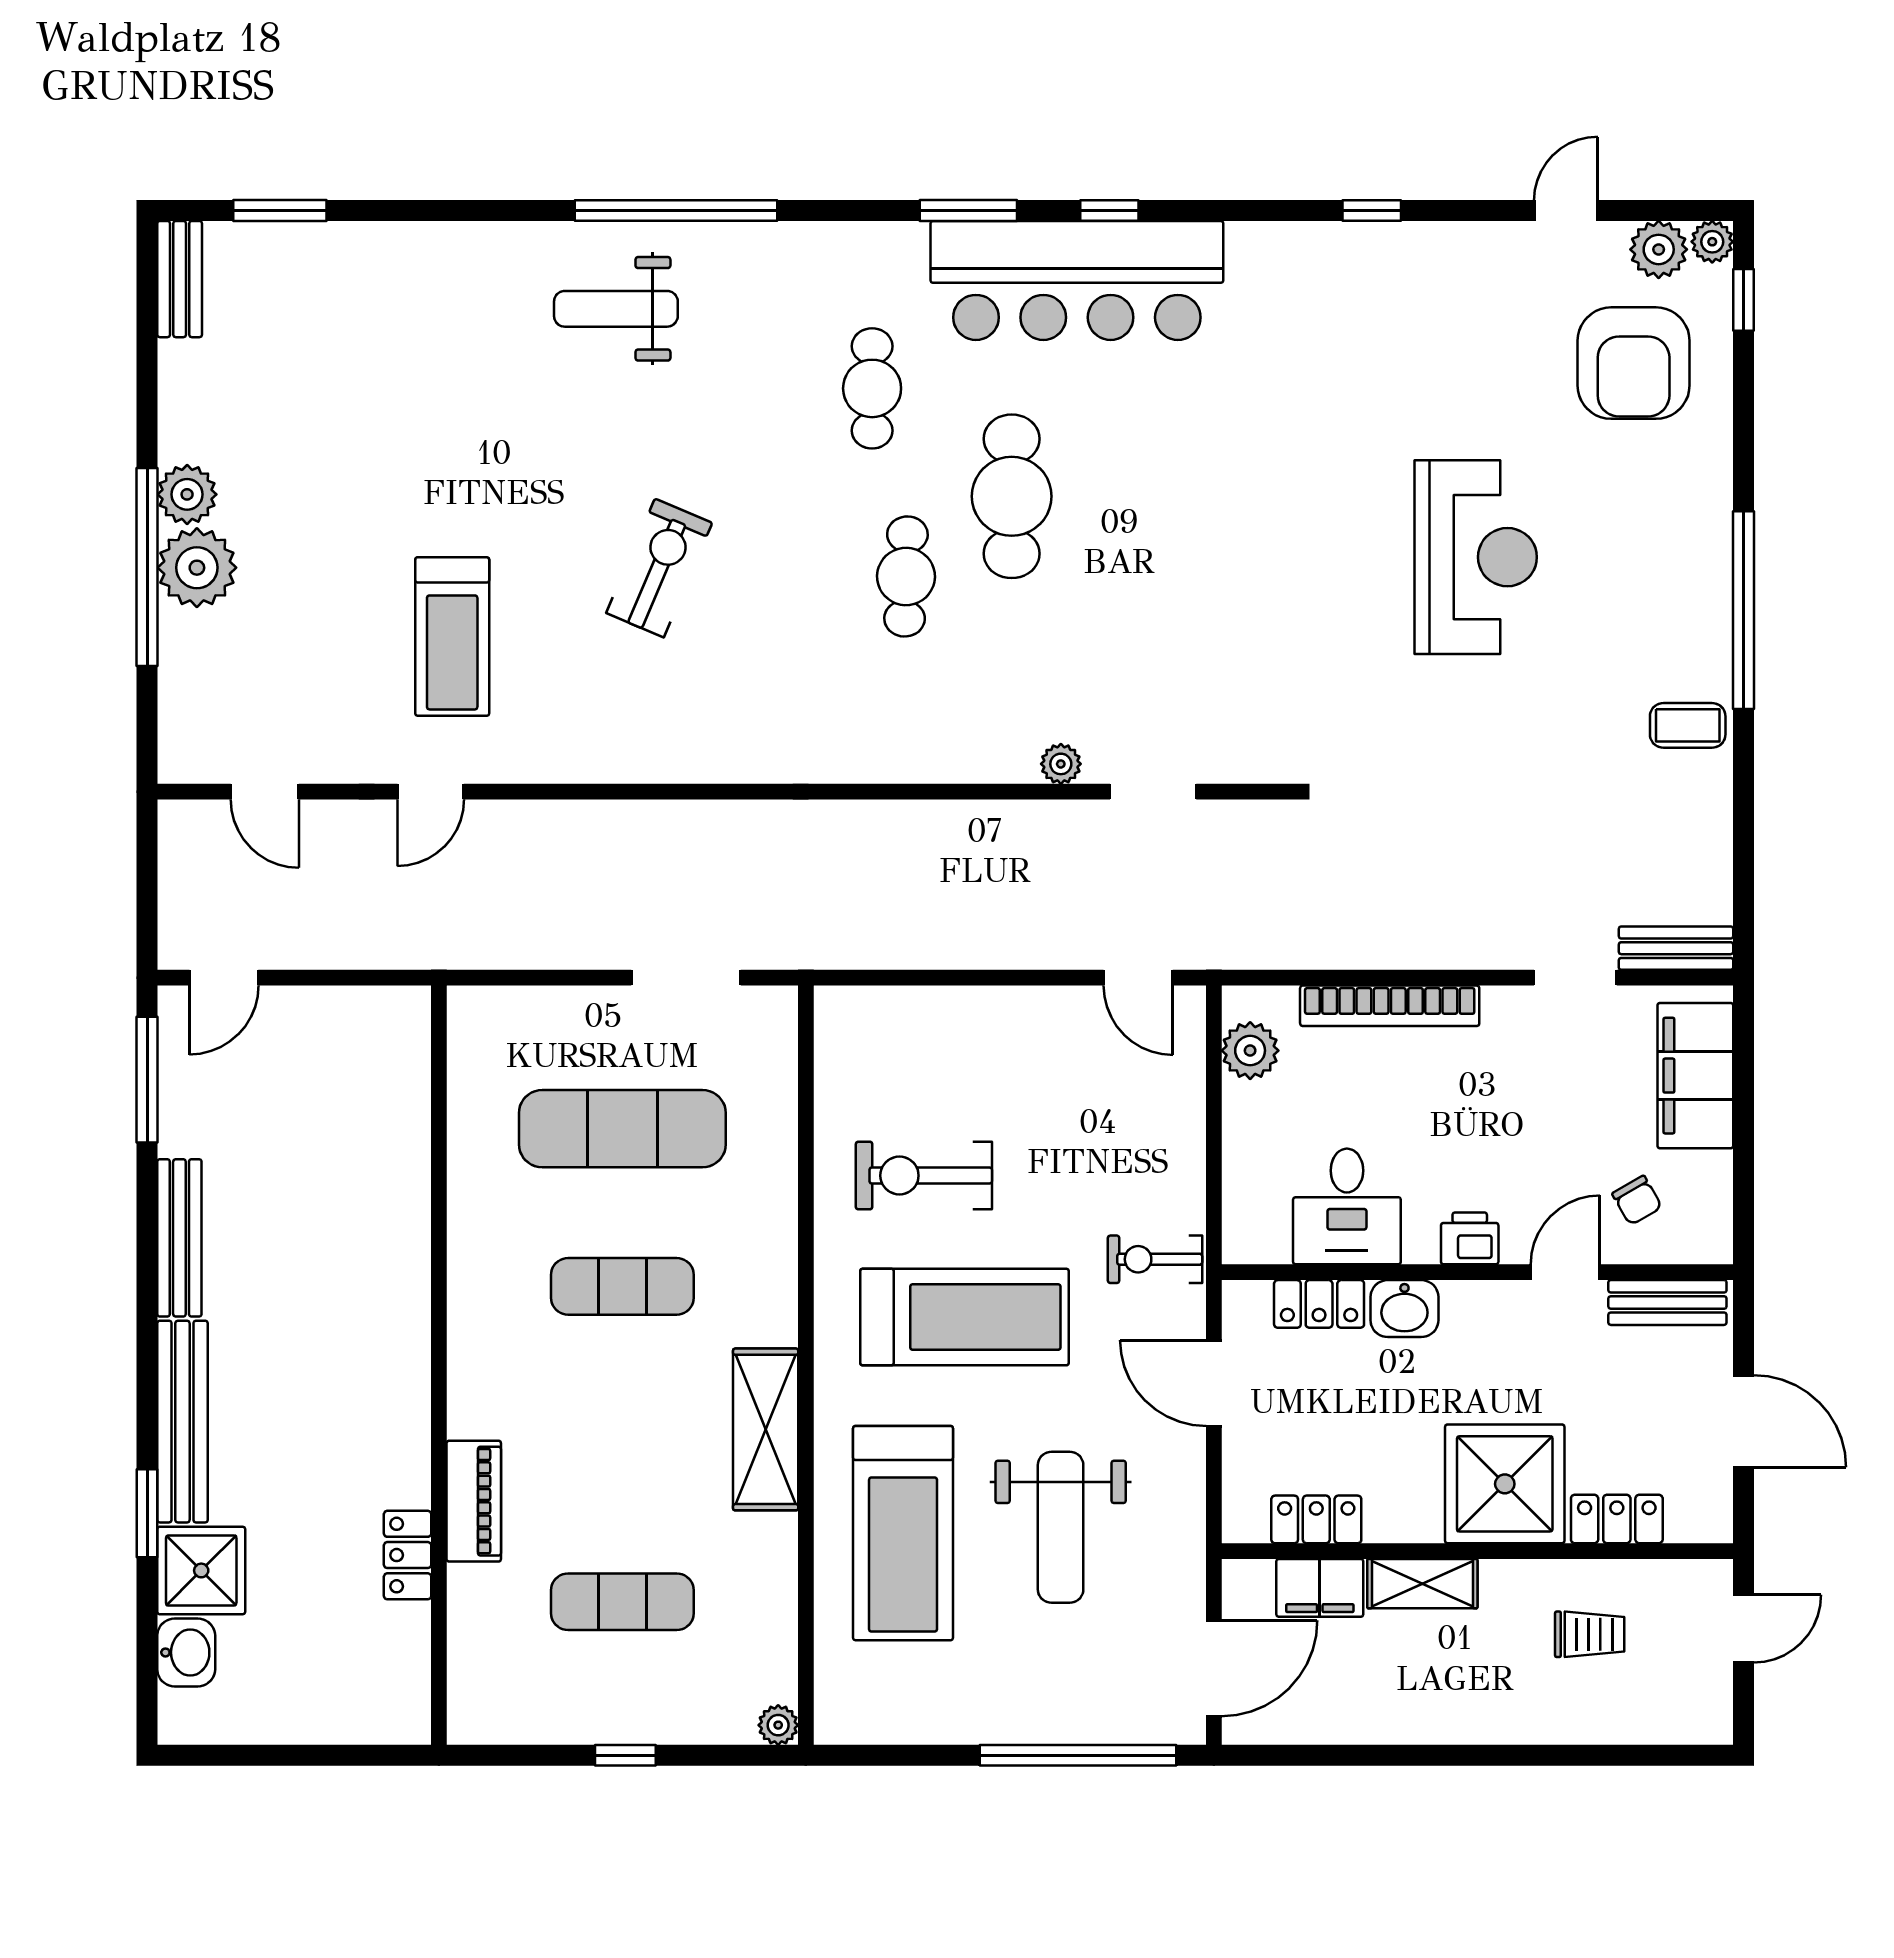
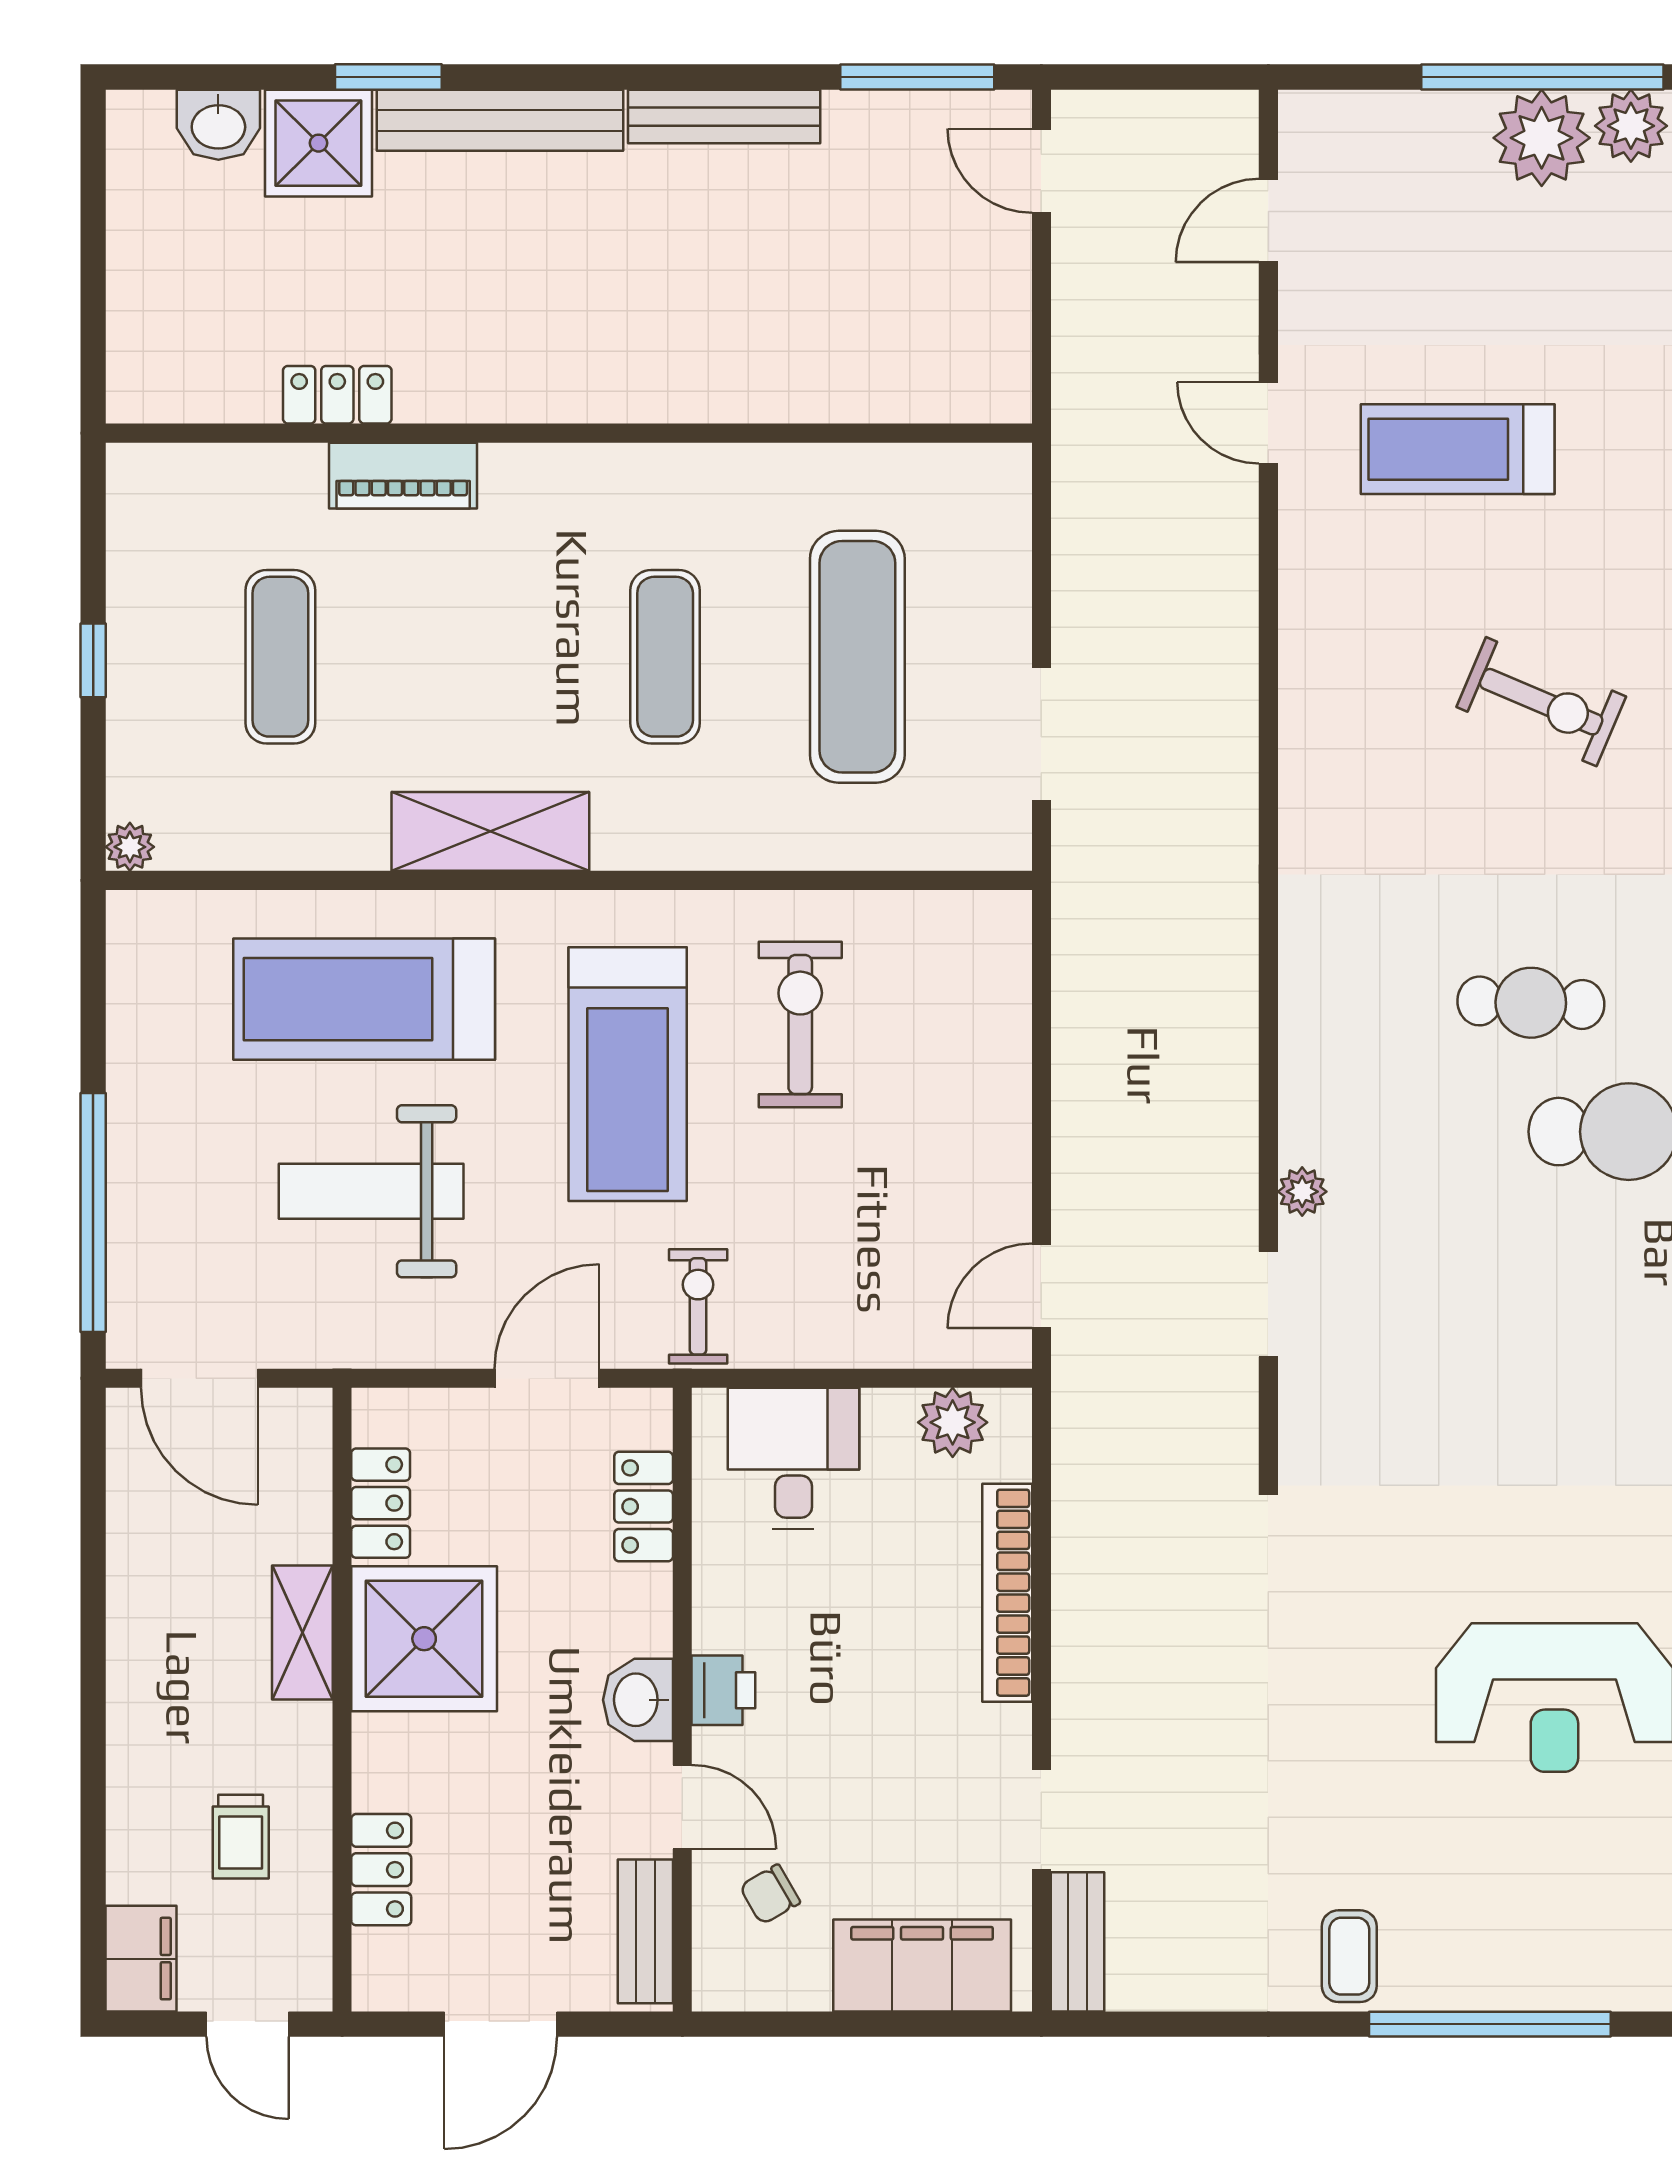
desk: (1347, 1206) -> (793, 1458), moved, turned 90
washbasin: (1404, 1309) -> (638, 1700), moved
shower: (1505, 1484) -> (424, 1639), moved
filing cabinet: (1320, 1588) -> (141, 1959), moved, turned 180

